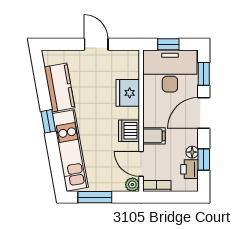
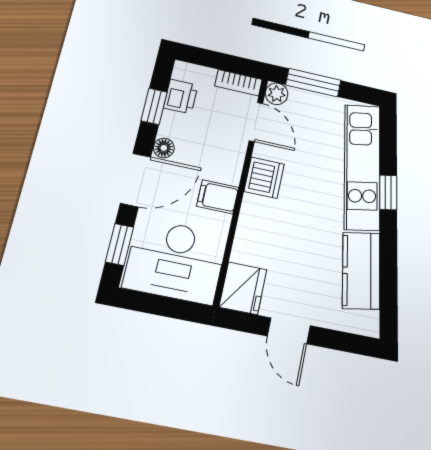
window: (168, 44) -> (168, 307), removed
fridge: (128, 93) -> (243, 288), moved
window: (48, 121) -> (388, 192), moved
filing cabinet: (154, 136) -> (218, 197), moved
floor lamp: (192, 152) -> (164, 148), moved
window: (95, 197) -> (313, 83), moved

